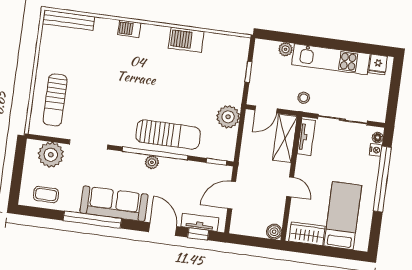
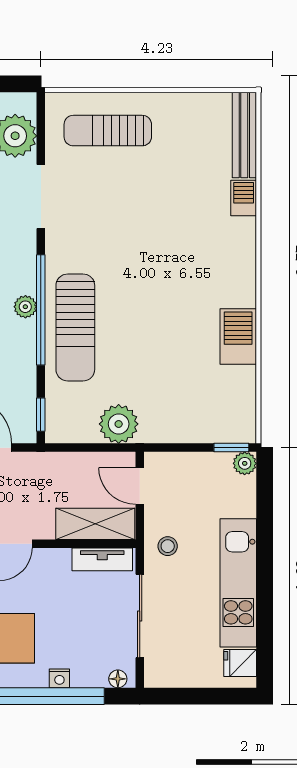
barbecue: (129, 29) -> (244, 198), moved
plant: (286, 49) -> (245, 463), moved
window: (248, 72) -> (231, 448), moved
nightstand: (376, 150) -> (59, 678), moved

